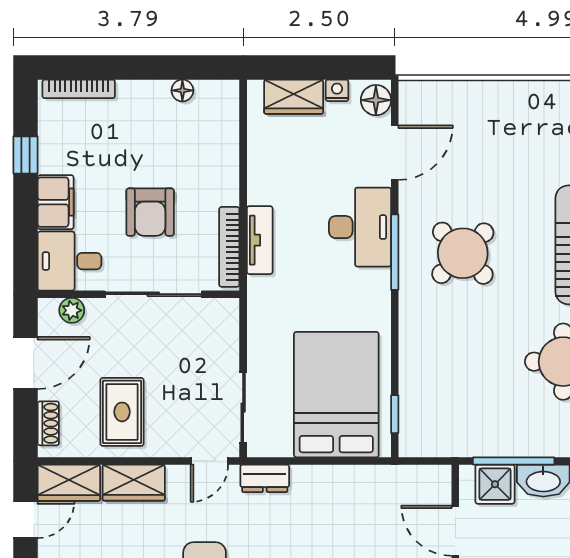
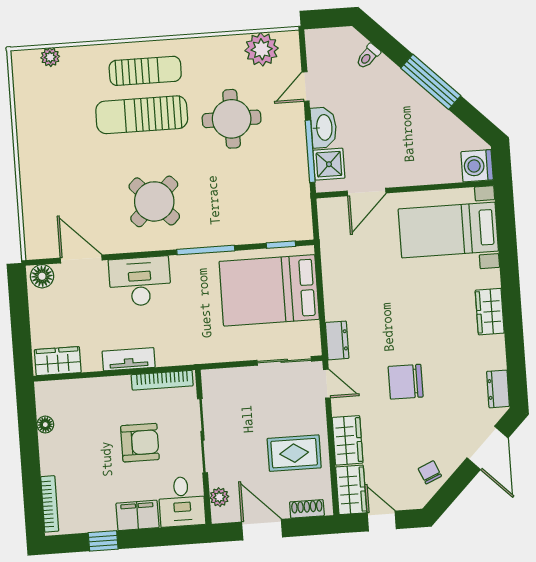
nightstand: (337, 90) -> (37, 306), removed
wardrobe: (294, 97) -> (58, 361), moved, turned -90
tv unit: (260, 240) -> (129, 359), moved
window: (395, 252) -> (206, 250), moved

